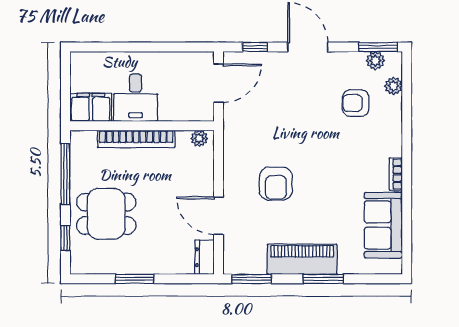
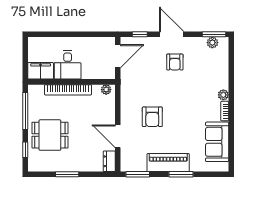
plant: (393, 86) -> (223, 95), moved
armchair: (356, 103) -> (175, 62), moved, turned -90

